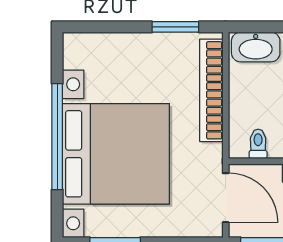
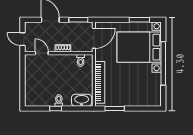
bed with nightstands: (116, 154) -> (139, 47), width x0.73
door: (226, 198) -> (94, 38), swing flipped

